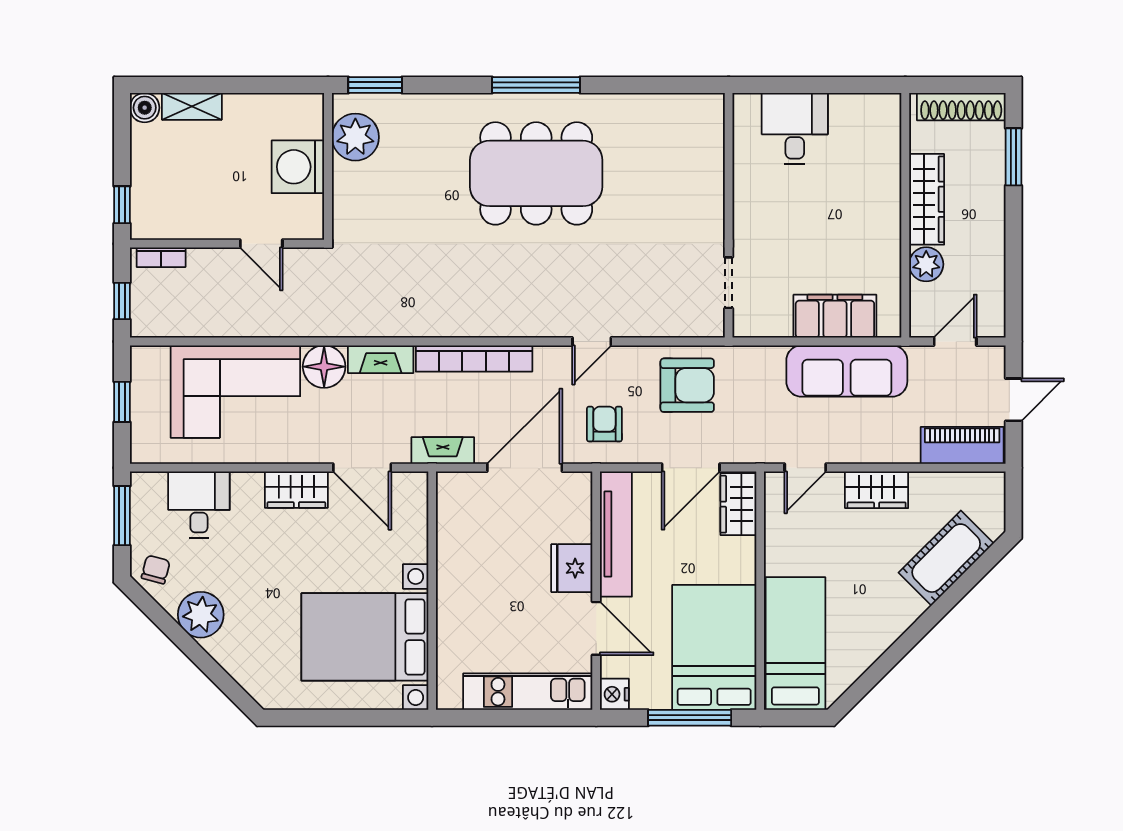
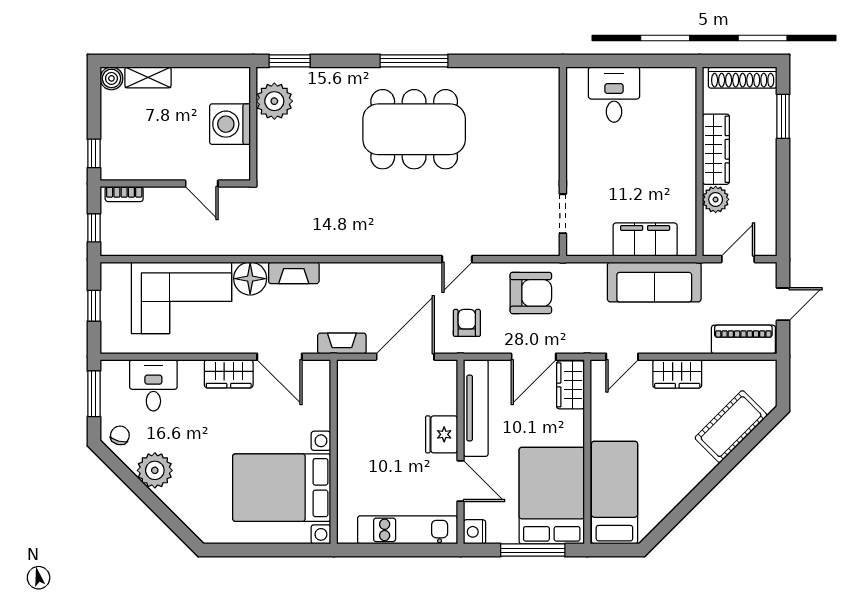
bookcase: (474, 358) -> (366, 272), removed

